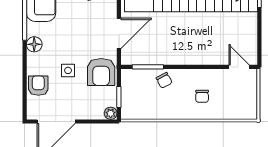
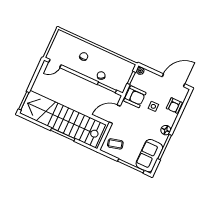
door: (239, 67) -> (55, 64), hinge flipped
armchair: (101, 72) -> (135, 97), turned 90

